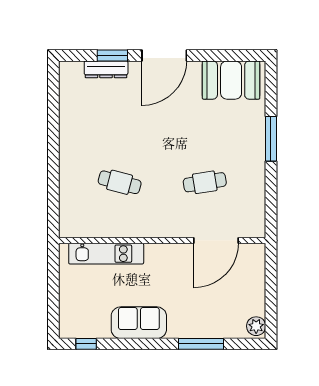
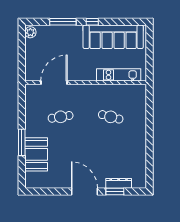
door: (164, 56) -> (84, 191), hinge flipped
booth: (231, 80) -> (36, 154), moved, turned 90
sofa: (139, 323) -> (113, 37), width x1.85, depth x1.27
window: (86, 344) -> (92, 22), moved

